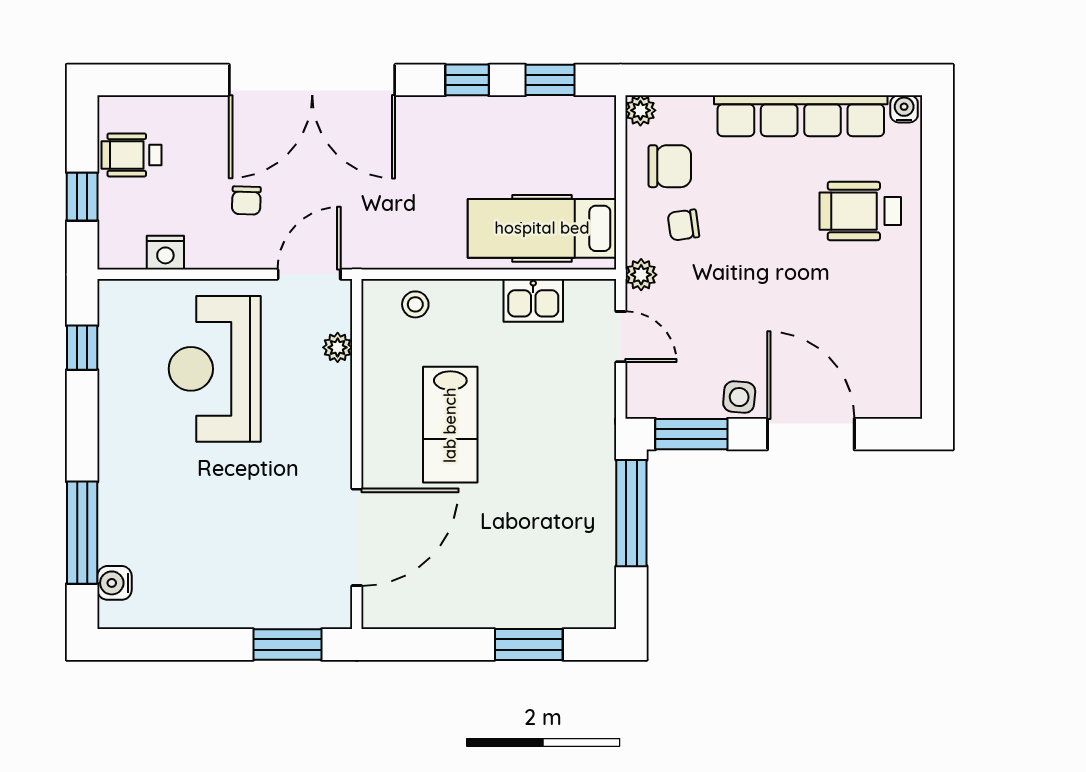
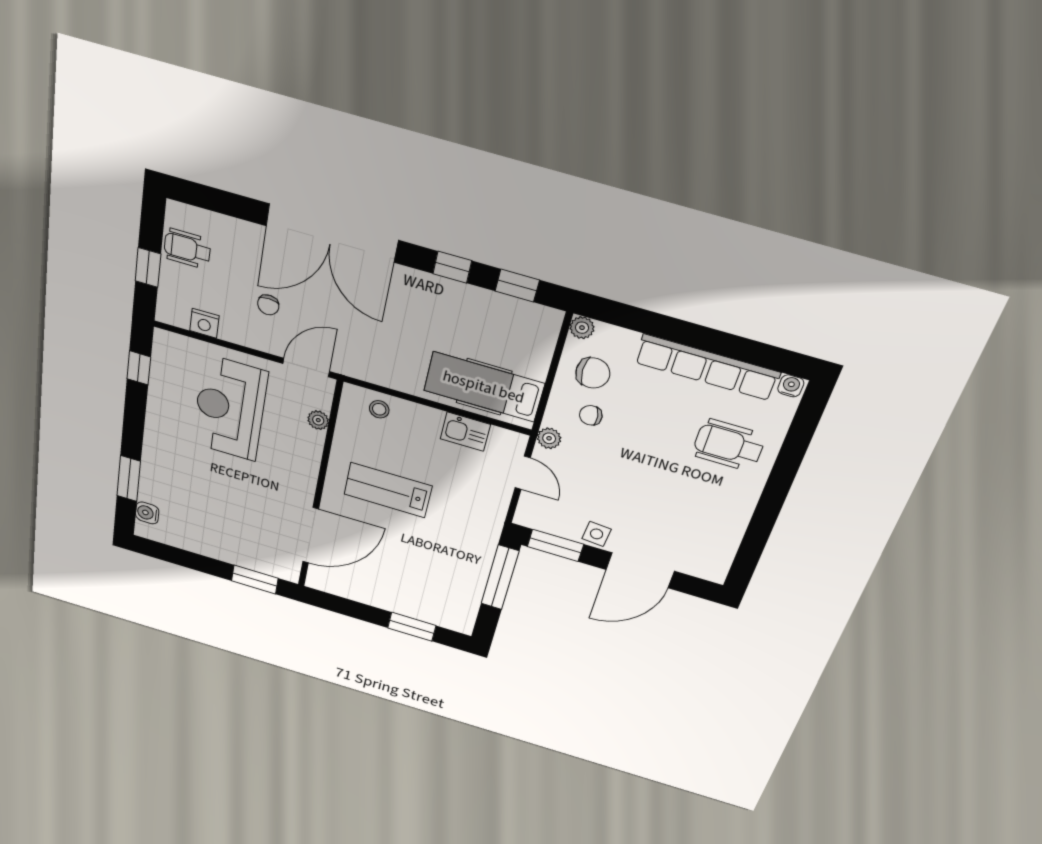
lab bench: (450, 425) -> (388, 490), turned 90
door: (811, 434) -> (640, 570), swing flipped
window: (82, 533) -> (129, 479), width x0.69

